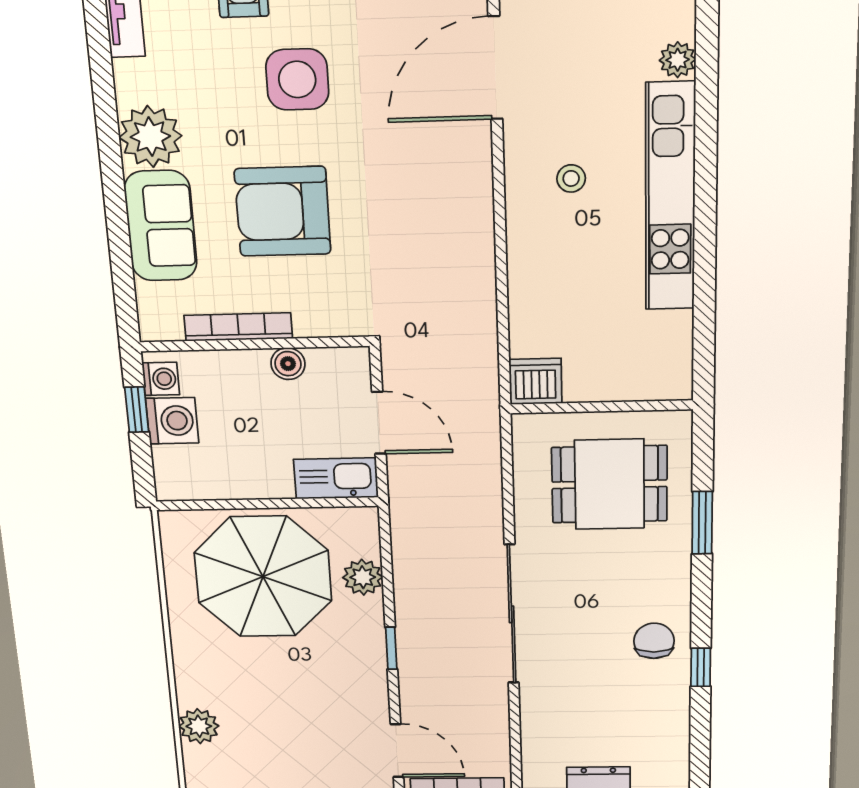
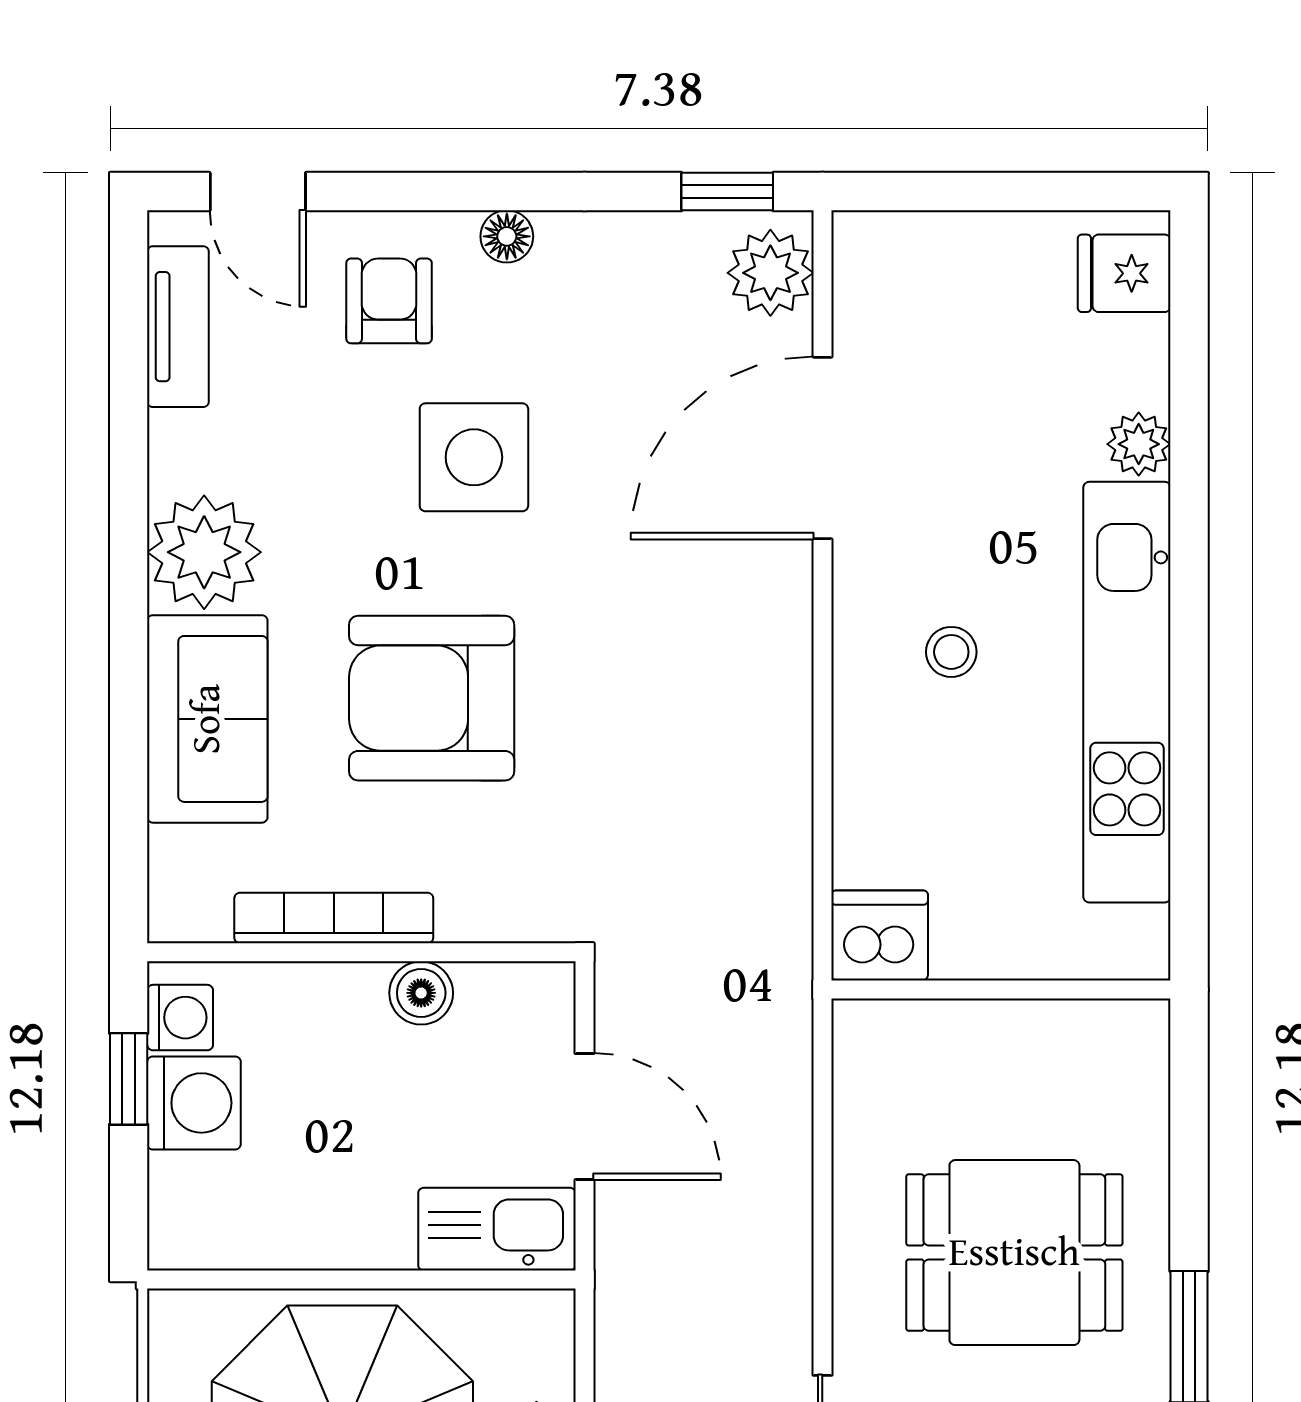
dishwasher: (535, 381) -> (880, 935), moved
wall: (601, 407) -> (1001, 990), moved

